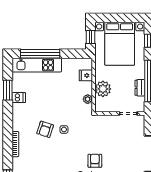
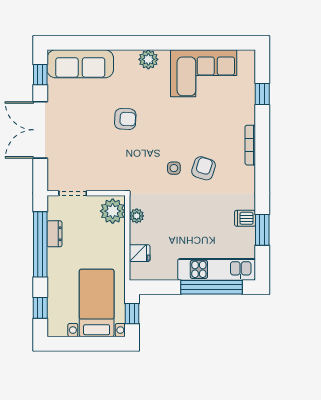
bed with nightstands: (120, 44) -> (97, 303), width x0.73
plant: (103, 89) -> (113, 211), moved
armchair: (95, 161) -> (125, 119), turned -87

